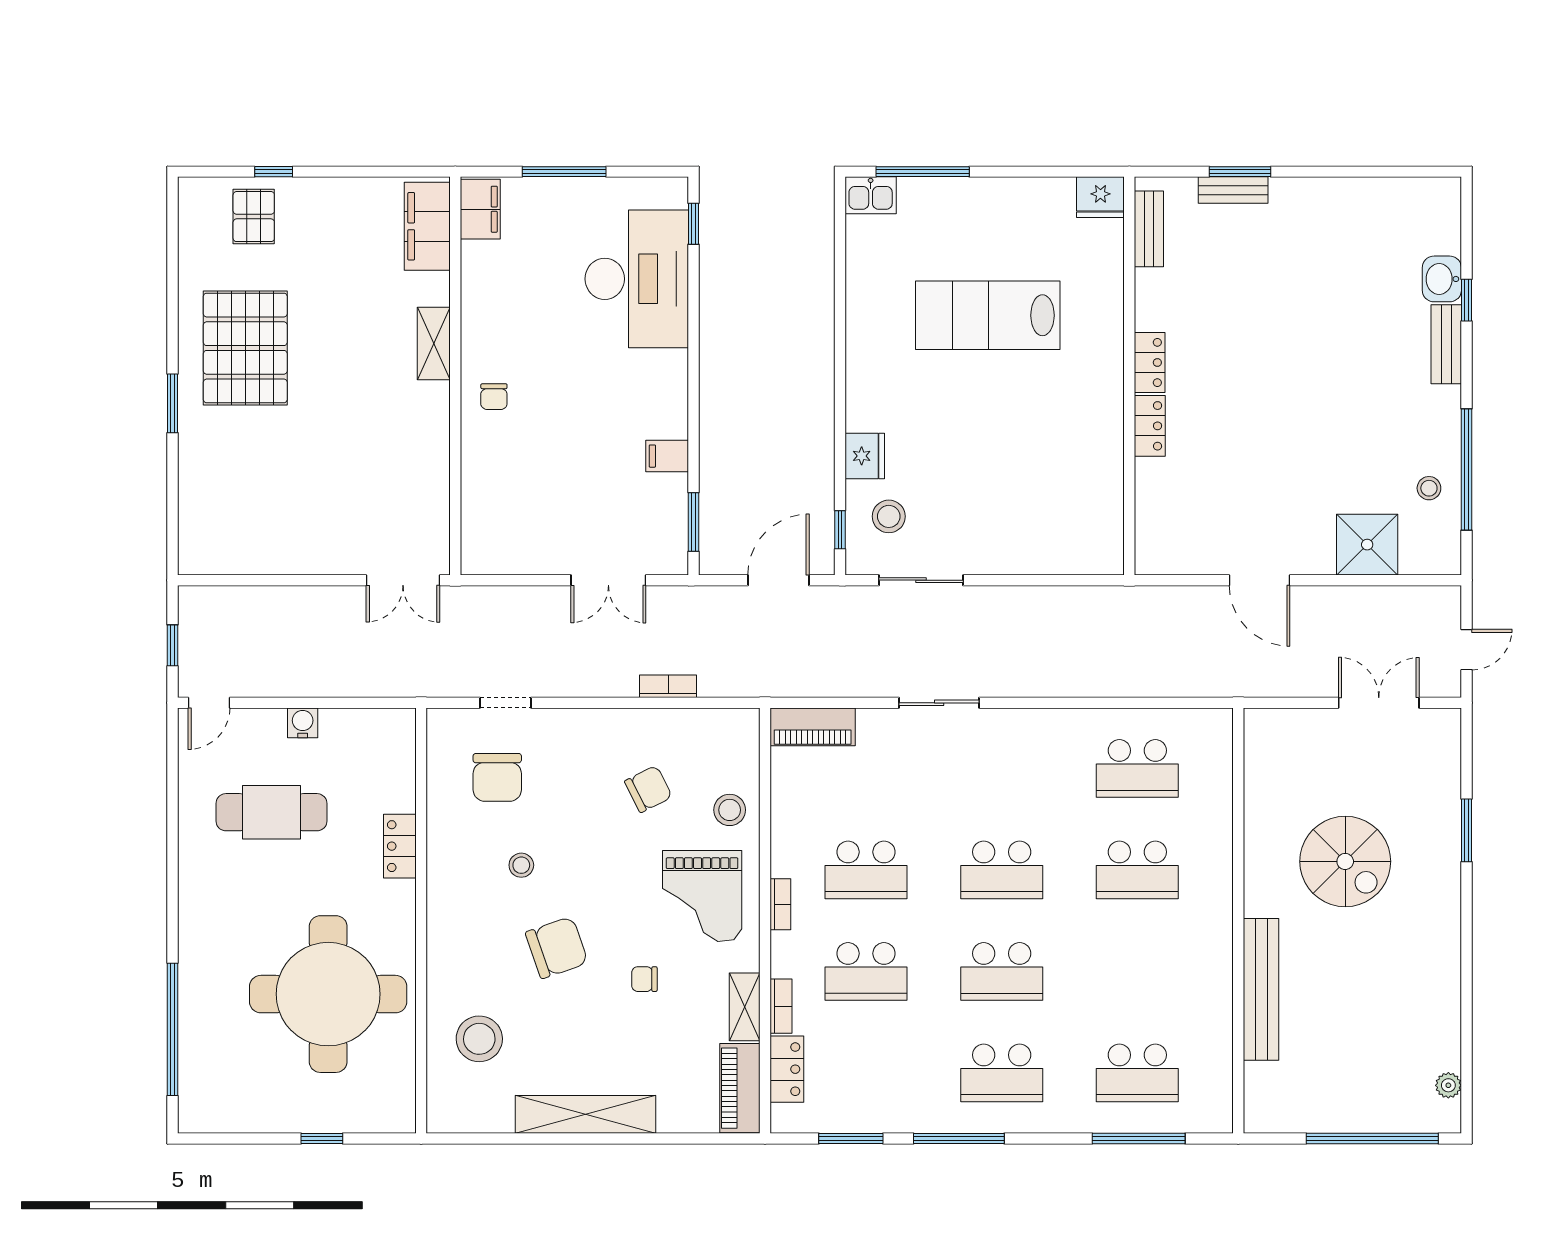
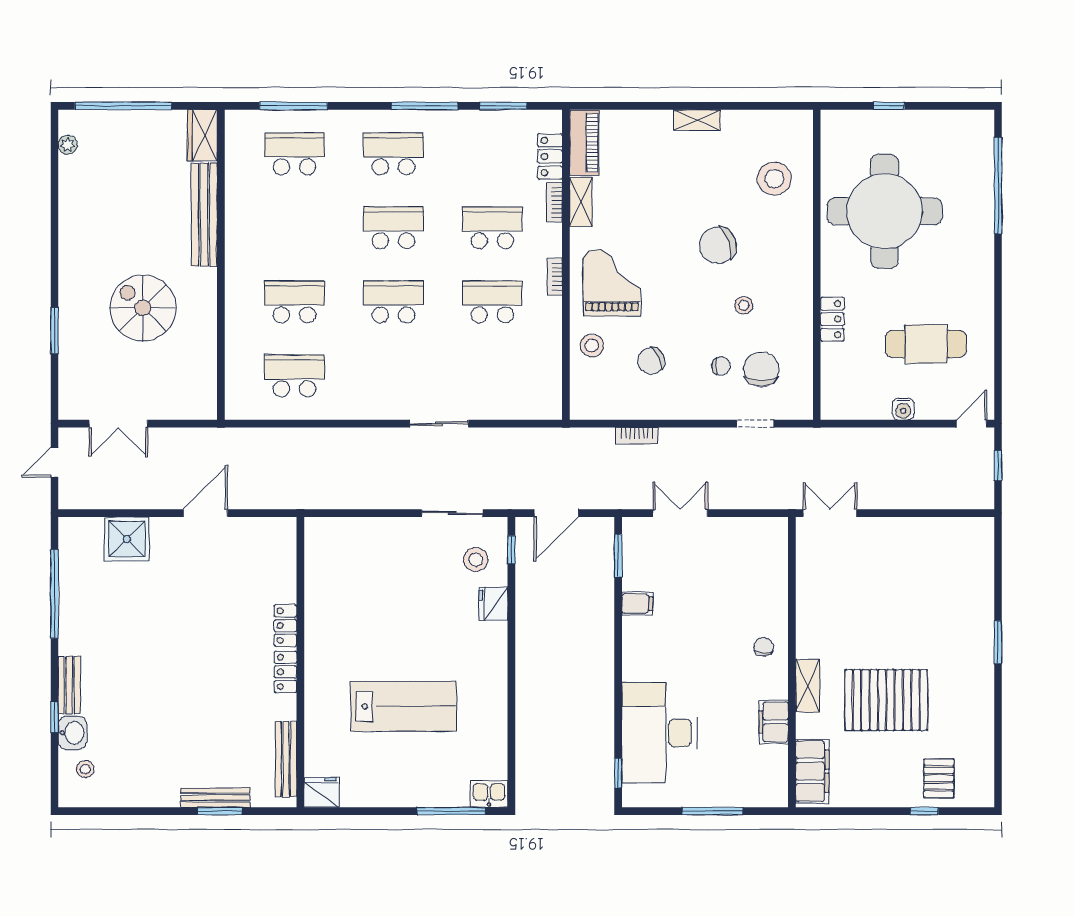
bench: (1233, 190) -> (215, 798), width x1.36
filing cabinet: (480, 209) -> (774, 722), moved
bench: (1149, 229) -> (286, 759), width x1.36
pallet: (245, 348) -> (886, 700), moved, turned 90
stool: (1429, 488) -> (85, 769), moved
door: (1260, 580) -> (205, 513), hinge flipped
piano: (813, 727) -> (531, 406), removed
chair: (644, 979) -> (721, 366), moved
wardrobe: (1264, 1098) -> (202, 135), added
shelving: (585, 1114) -> (697, 120), width x0.45, depth x0.75

